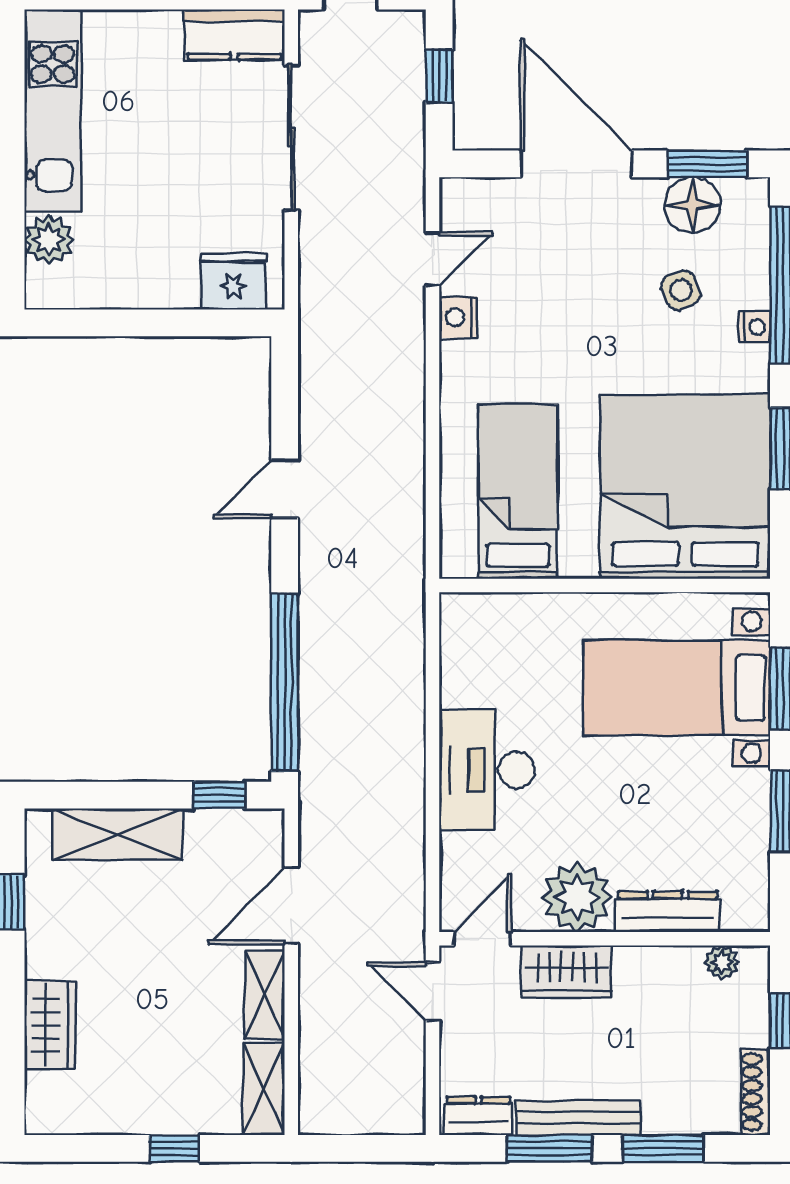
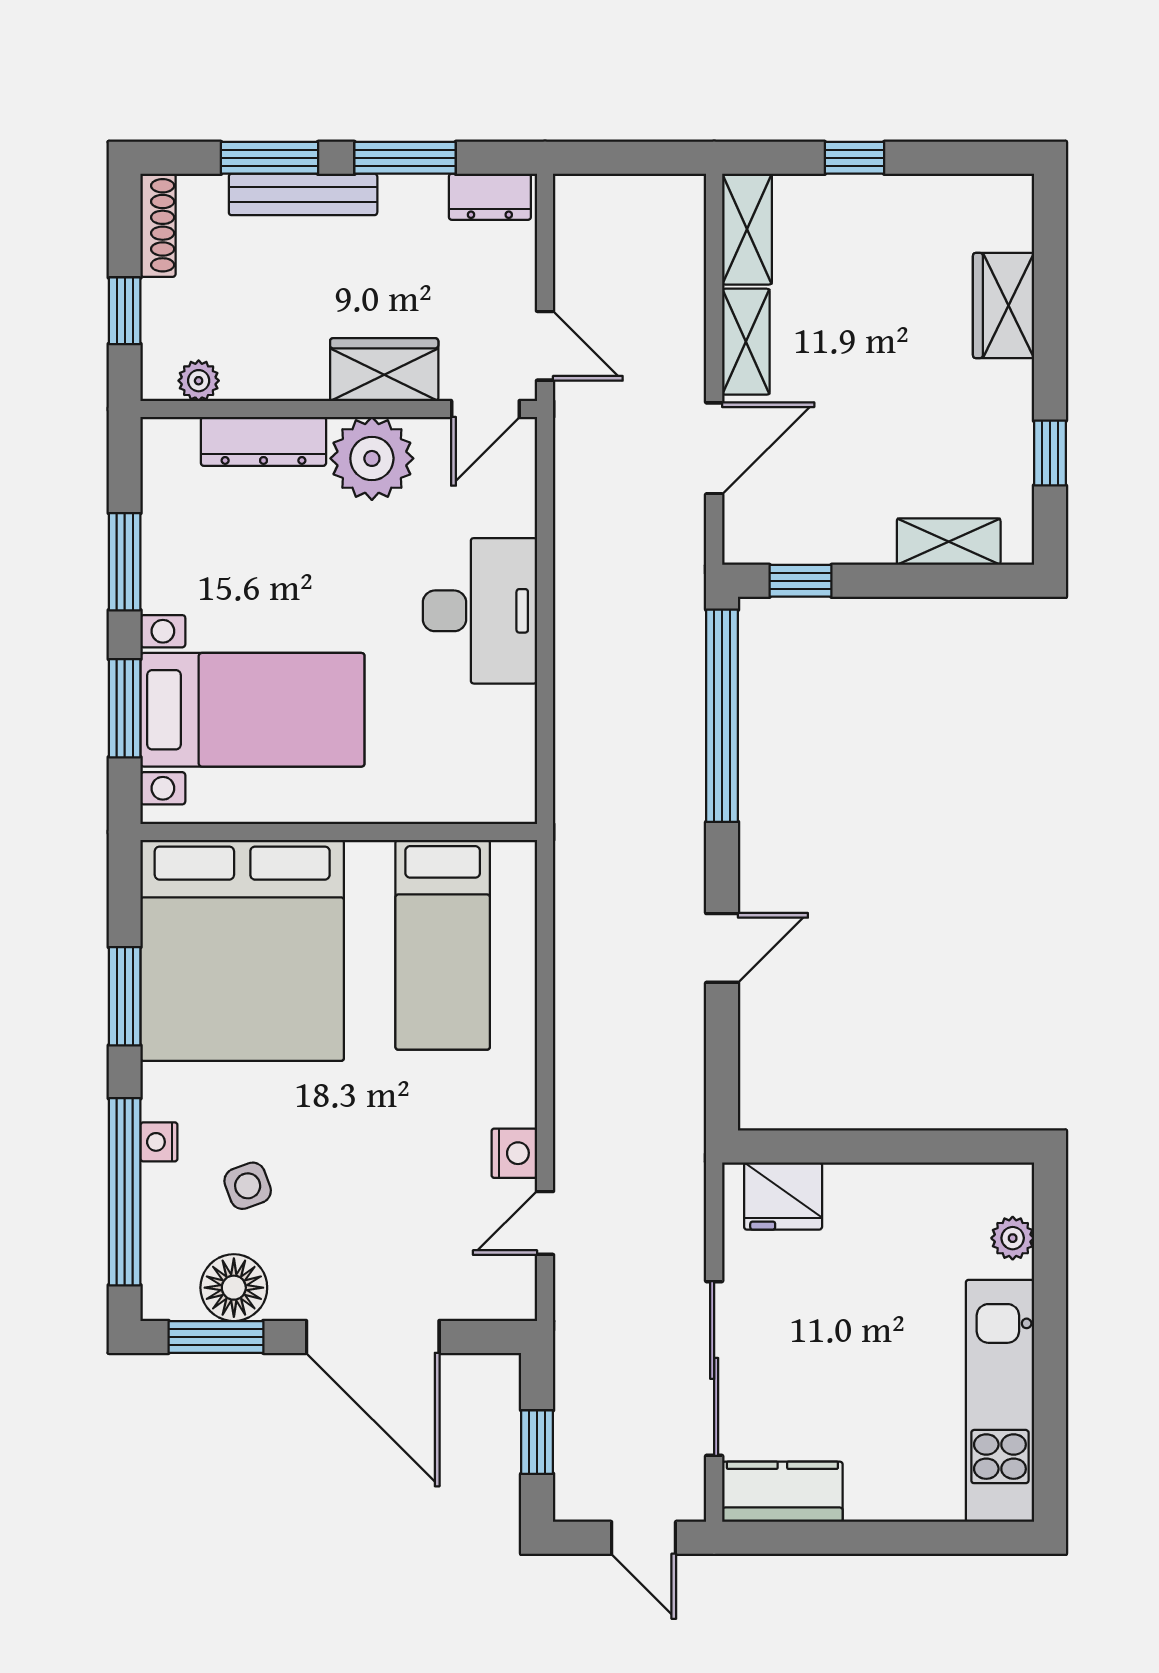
plant: (49, 240) -> (1013, 1238), width x0.73, depth x0.73
shelving: (117, 834) -> (949, 542), width x0.67, depth x0.75
bench: (578, 1118) -> (303, 194), moved

